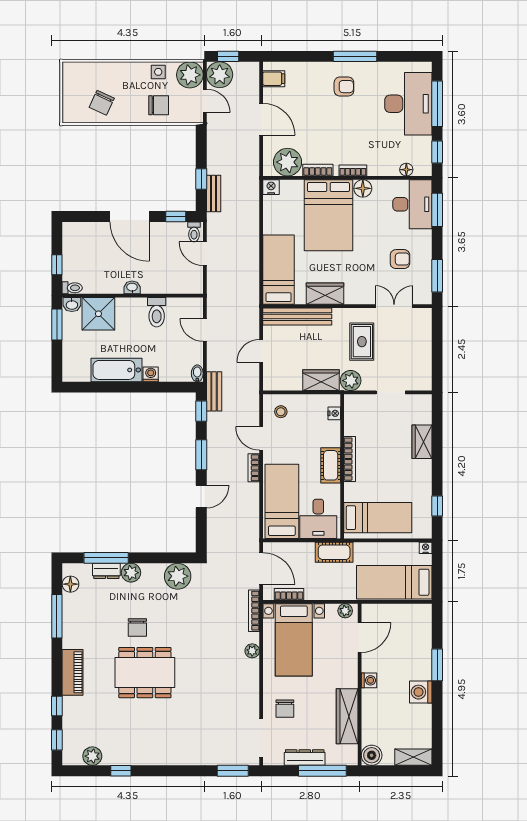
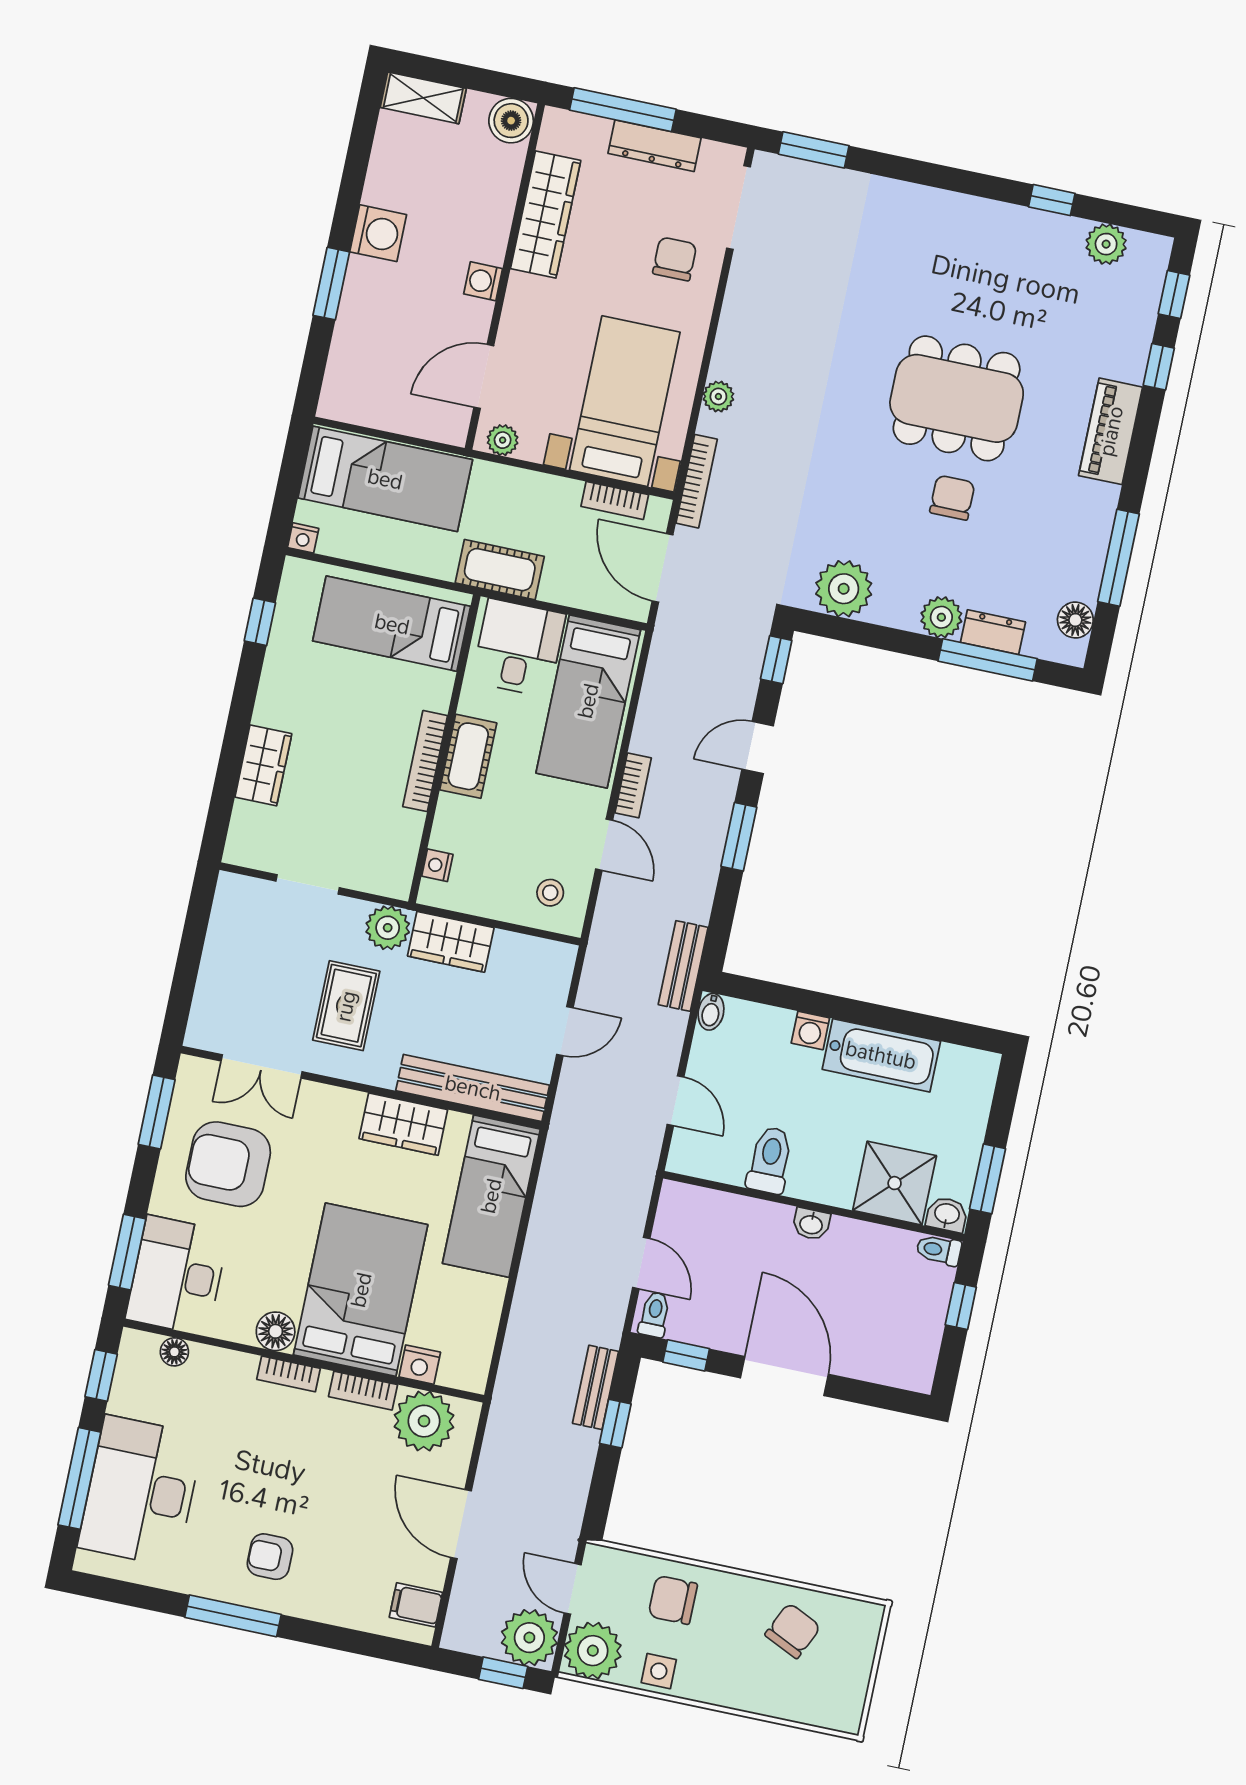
nightstand: (271, 187) -> (420, 1365), moved
armchair: (400, 259) -> (228, 1164), width x1.88, depth x1.88
window: (201, 411) -> (776, 660), moved

